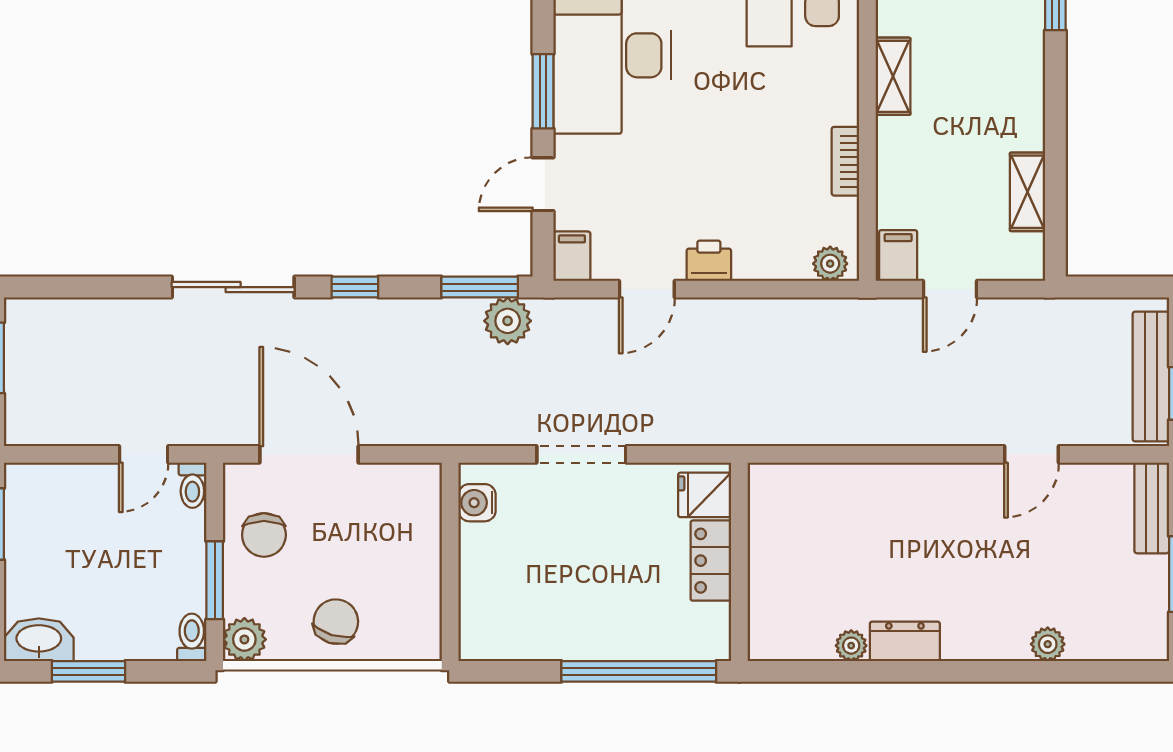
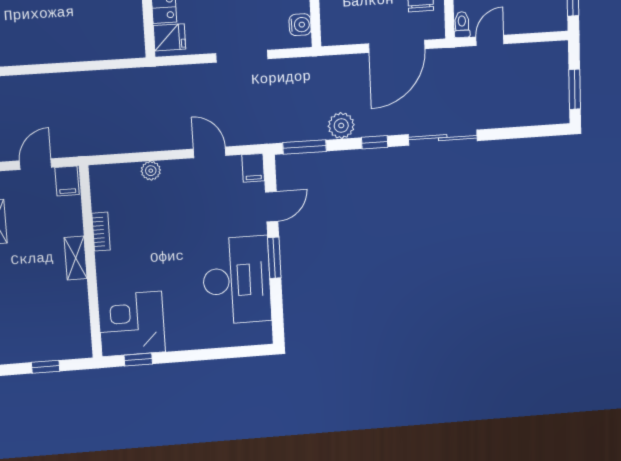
shelving: (893, 76) -> (76, 258), moved
printer: (709, 261) -> (175, 171), removed
plant: (830, 264) -> (151, 171), moved
door: (647, 289) -> (210, 152), hinge flipped
plant: (508, 321) -> (341, 126), moved
door: (309, 454) -> (397, 46), hinge flipped

